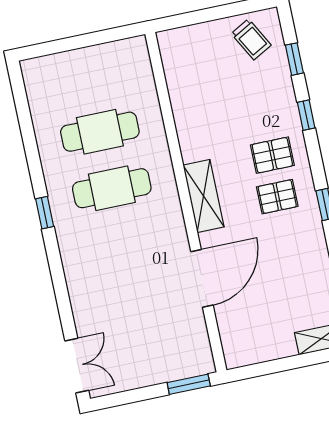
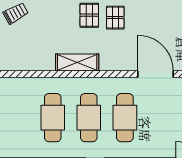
shelving: (204, 196) -> (77, 63), moved
cafe table: (124, 245) -> (125, 118), added

